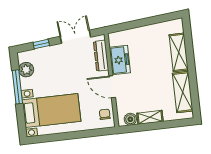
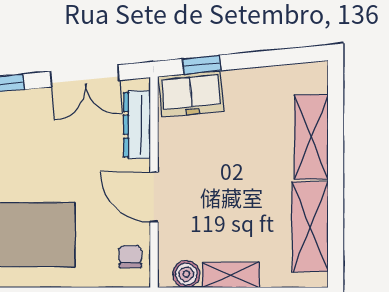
window: (127, 26) -> (202, 65), added
double door: (75, 37) -> (85, 76), swing flipped
freezer: (120, 60) -> (191, 94), moved, turned 85

